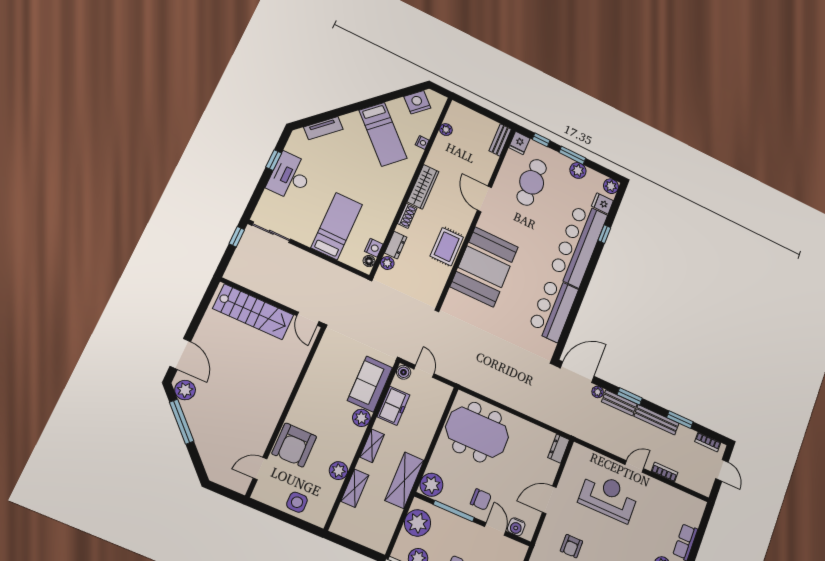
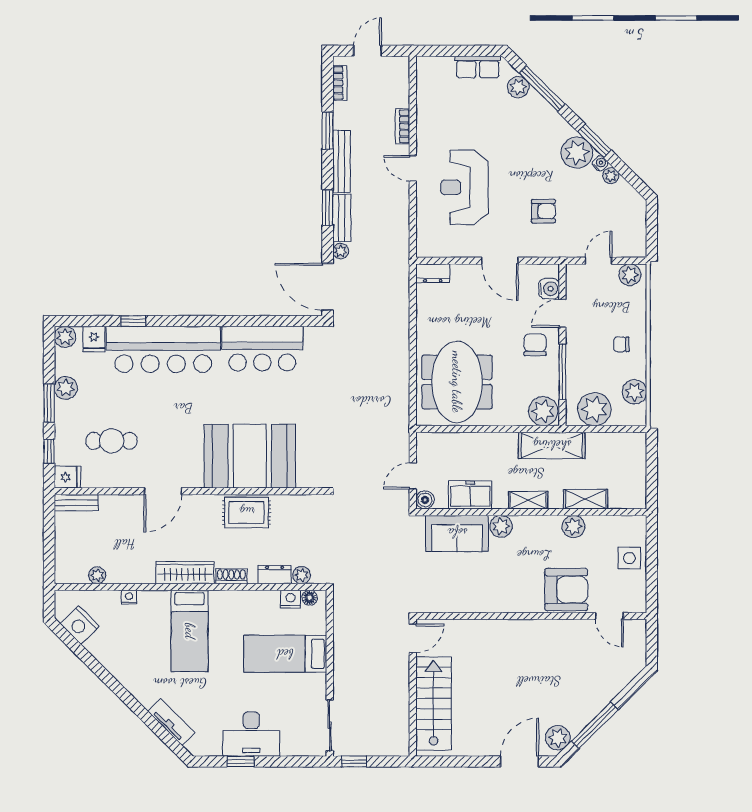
bed: (383, 134) -> (190, 631), moved, turned 135
cafe table: (532, 182) -> (112, 441), width x0.73, depth x0.74

